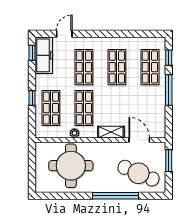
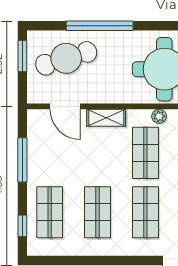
window: (169, 90) -> (22, 160), moved
window: (169, 161) -> (22, 56), moved
cafe table: (139, 173) -> (66, 58), turned -40

